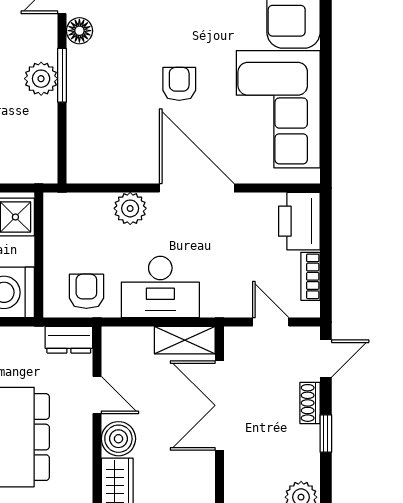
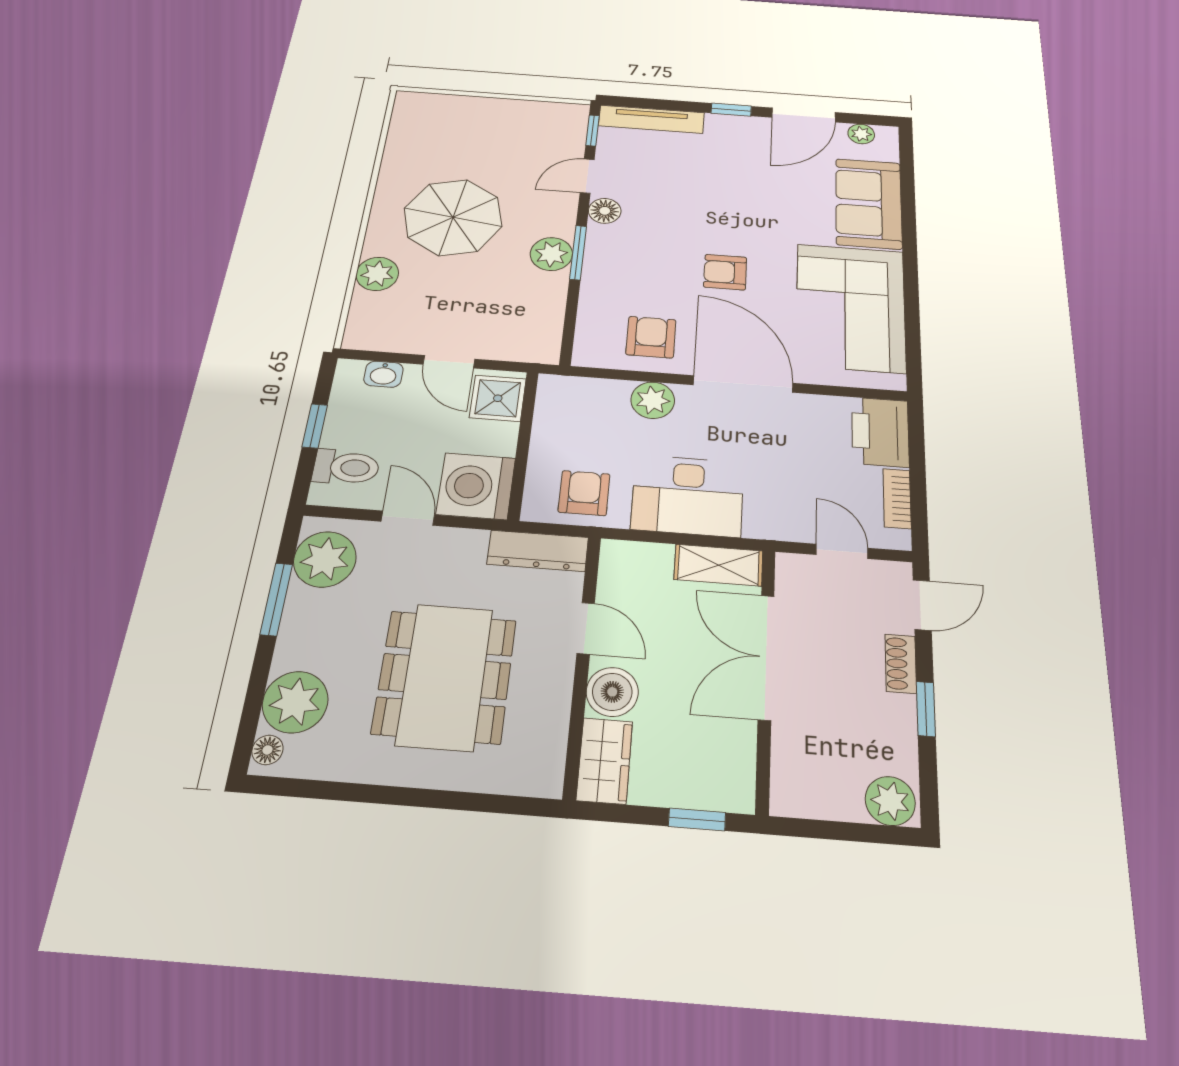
armchair: (179, 84) -> (725, 272), turned -90
armchair: (125, 152) -> (651, 337), added
dresser: (69, 340) -> (538, 551), width x1.44

